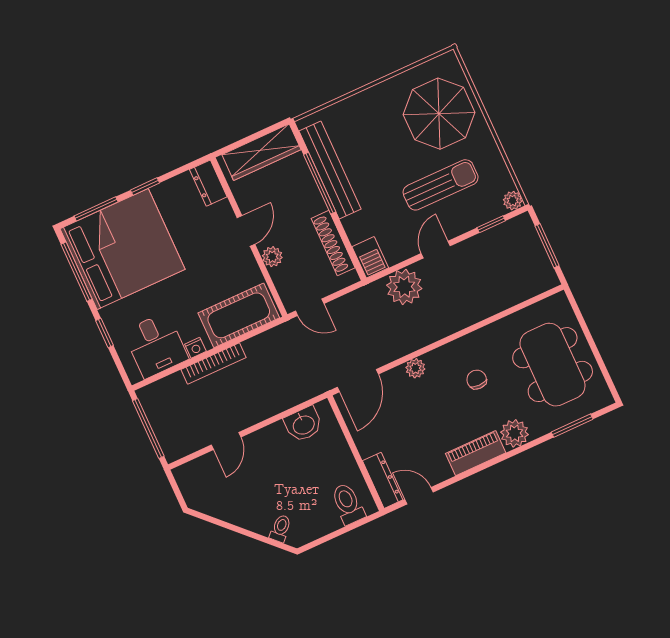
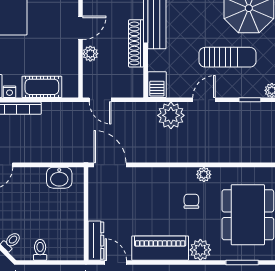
shoe rack: (333, 243) -> (136, 43), moved
cot: (239, 315) -> (42, 87), width x0.73, depth x0.75
plant: (415, 368) -> (204, 174), moved
door: (358, 381) -> (110, 165), swing flipped
piano: (476, 453) -> (160, 248), width x1.37, depth x1.33
toilet: (348, 504) -> (40, 250), moved, width x0.73, depth x0.72

